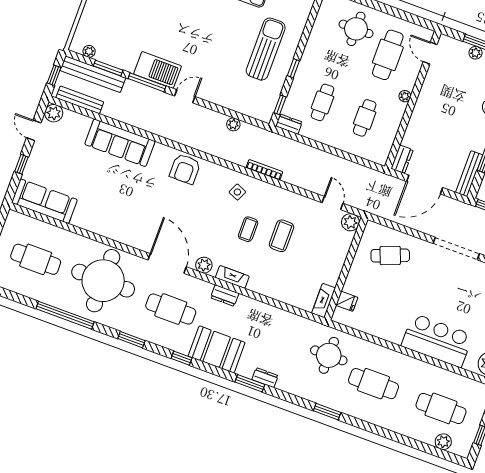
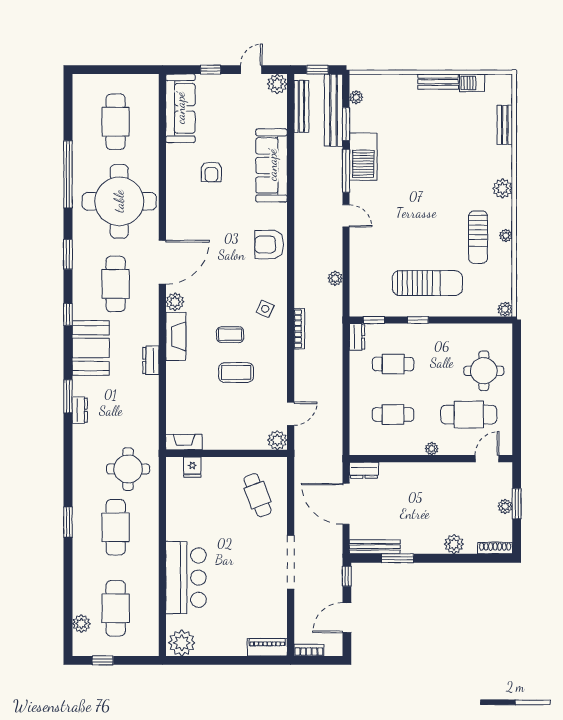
barbecue: (158, 70) -> (363, 157), moved
armchair: (107, 195) -> (211, 172), added
fireplace: (232, 277) -> (176, 336), width x1.37, depth x1.32
dresser: (225, 295) -> (151, 360), moved
window: (327, 412) -> (68, 522), moved

